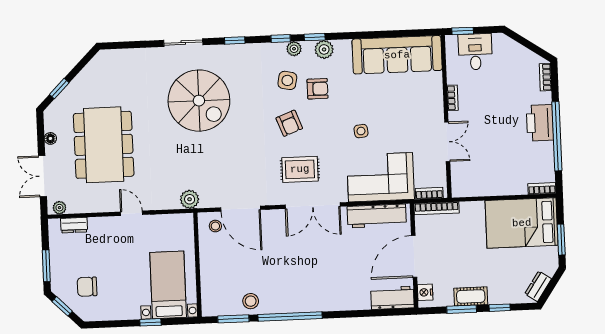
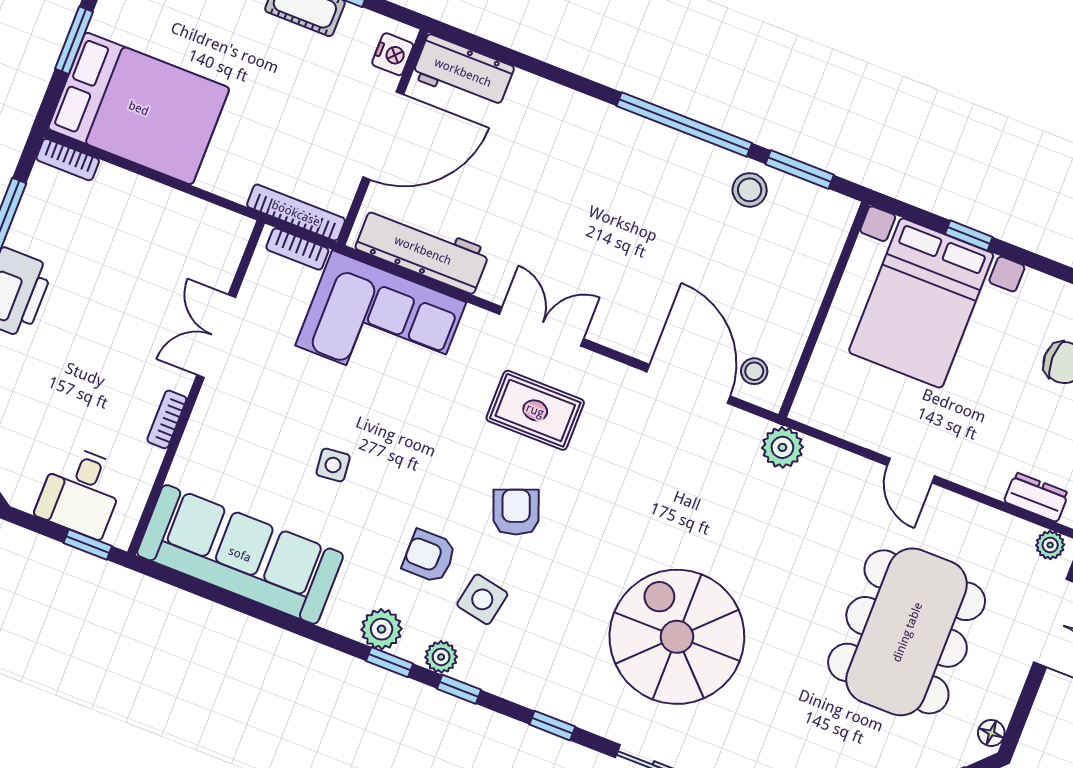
side table: (361, 131) -> (333, 465), moved
floor lamp: (50, 138) -> (991, 733), moved
double door: (313, 206) -> (542, 327), width x0.73
bed with nightstands: (168, 285) -> (921, 303), width x1.36

